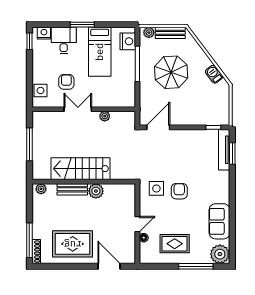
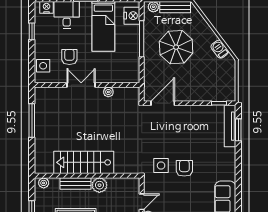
window: (29, 41) -> (32, 31), moved
stairs: (81, 169) -> (84, 162), moved
wall: (84, 182) -> (87, 176), moved
plant: (41, 189) -> (44, 183), moved
bench: (72, 189) -> (75, 183), moved
plant: (96, 191) -> (99, 185), moved

